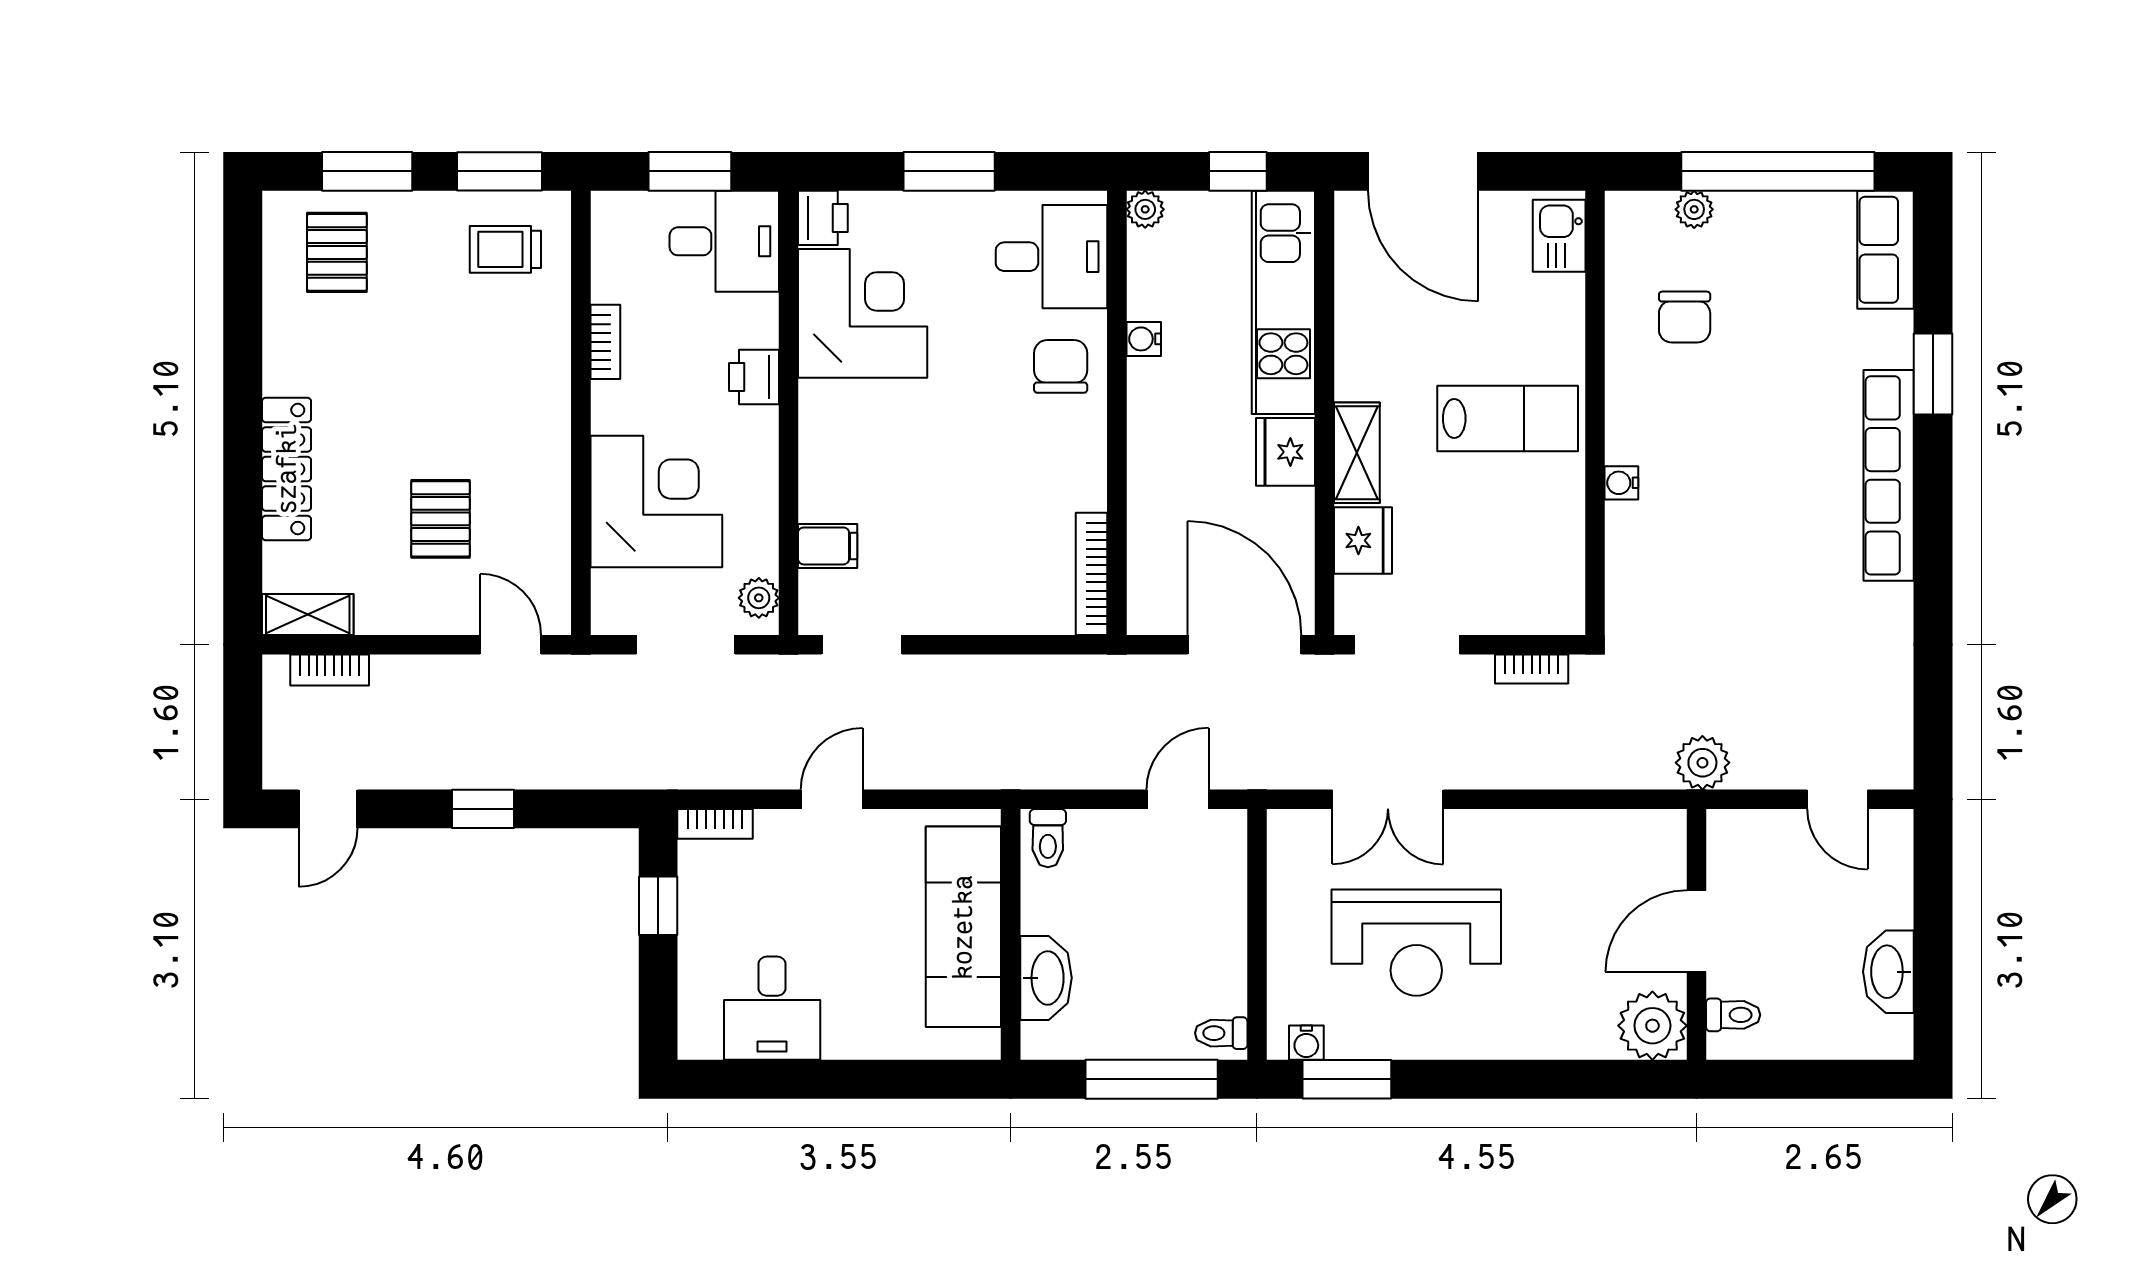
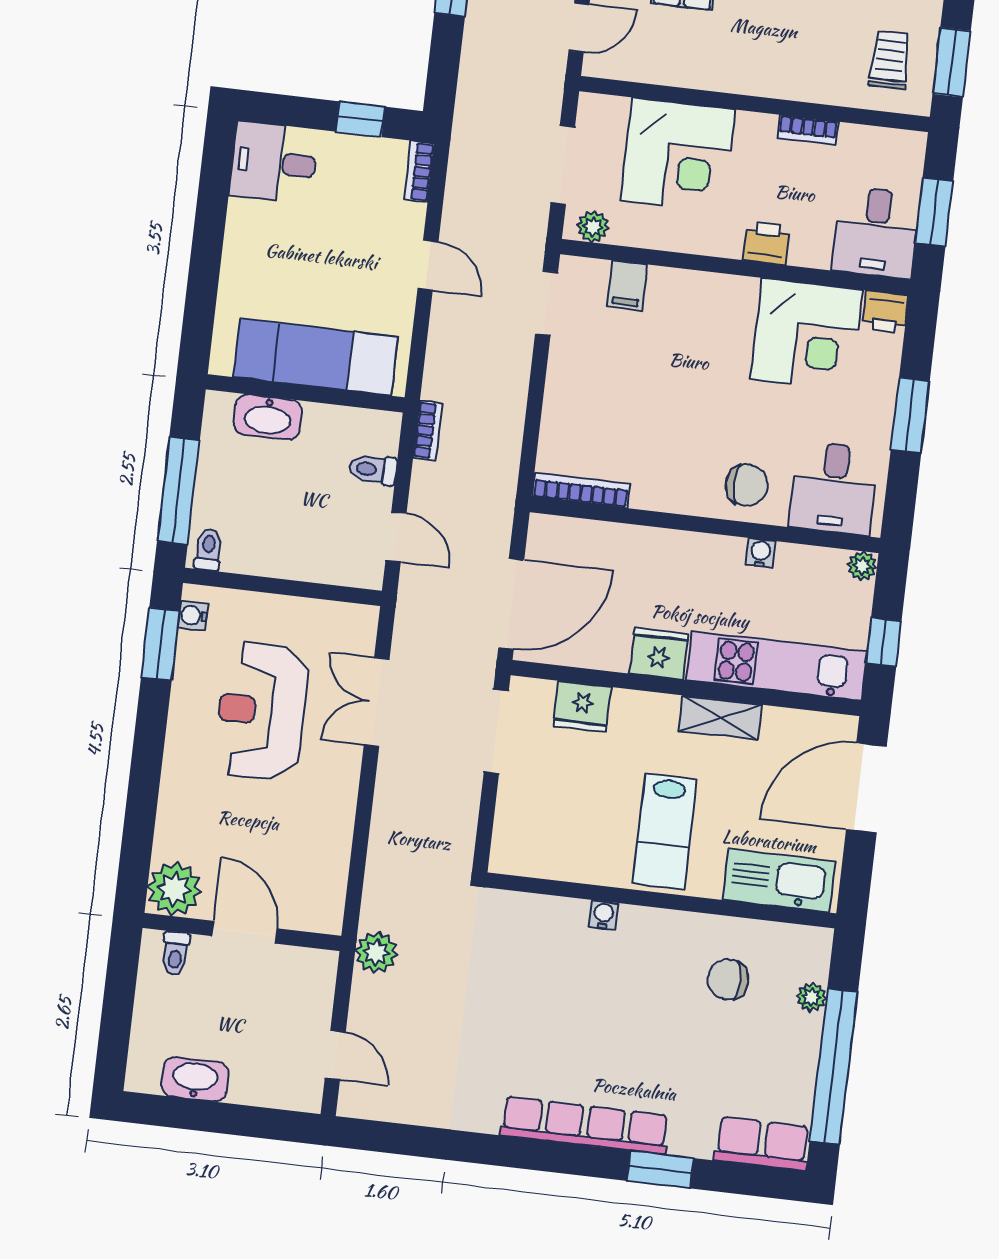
kitchen sink: (1559, 236) -> (779, 881), width x1.88, depth x1.24
shelving: (1357, 453) -> (720, 718), moved
bookcase: (1532, 669) -> (428, 430), moved, turned 180
door: (1837, 799) -> (335, 1055), swing flipped
toilet: (1048, 838) -> (373, 469), moved
desk: (772, 1008) -> (274, 163), moved

